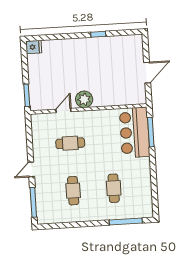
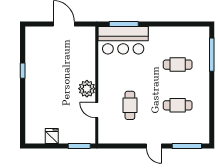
fridge: (34, 47) -> (52, 136), moved

